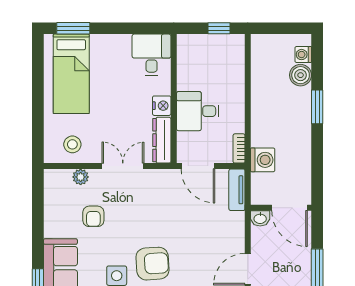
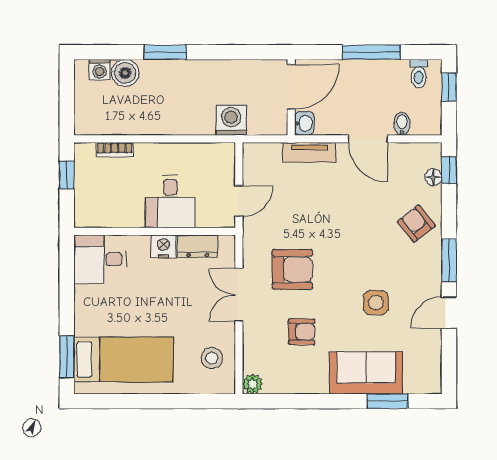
dresser: (162, 140) -> (198, 246), width x0.70
bookcase: (239, 148) -> (115, 150), moved
door: (198, 166) -> (239, 201), width x0.73
plant: (81, 177) -> (252, 384), moved
tv unit: (237, 190) -> (310, 152), moved
armchair: (152, 264) -> (292, 269), moved, turned 94

